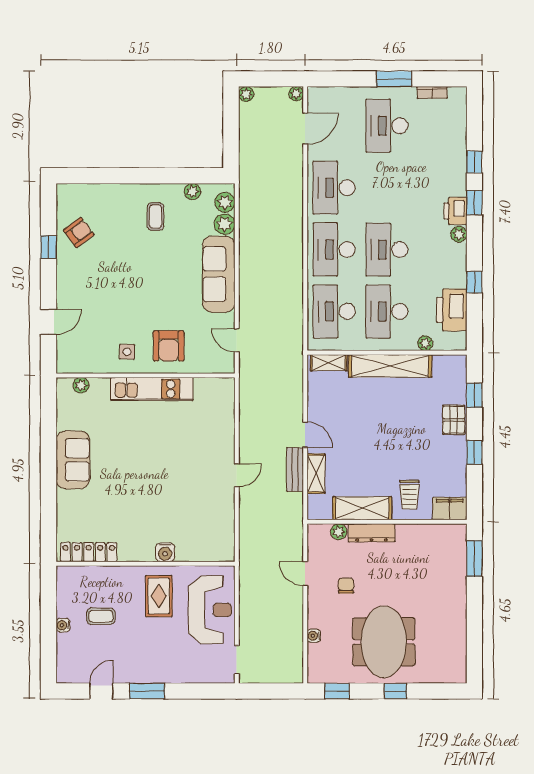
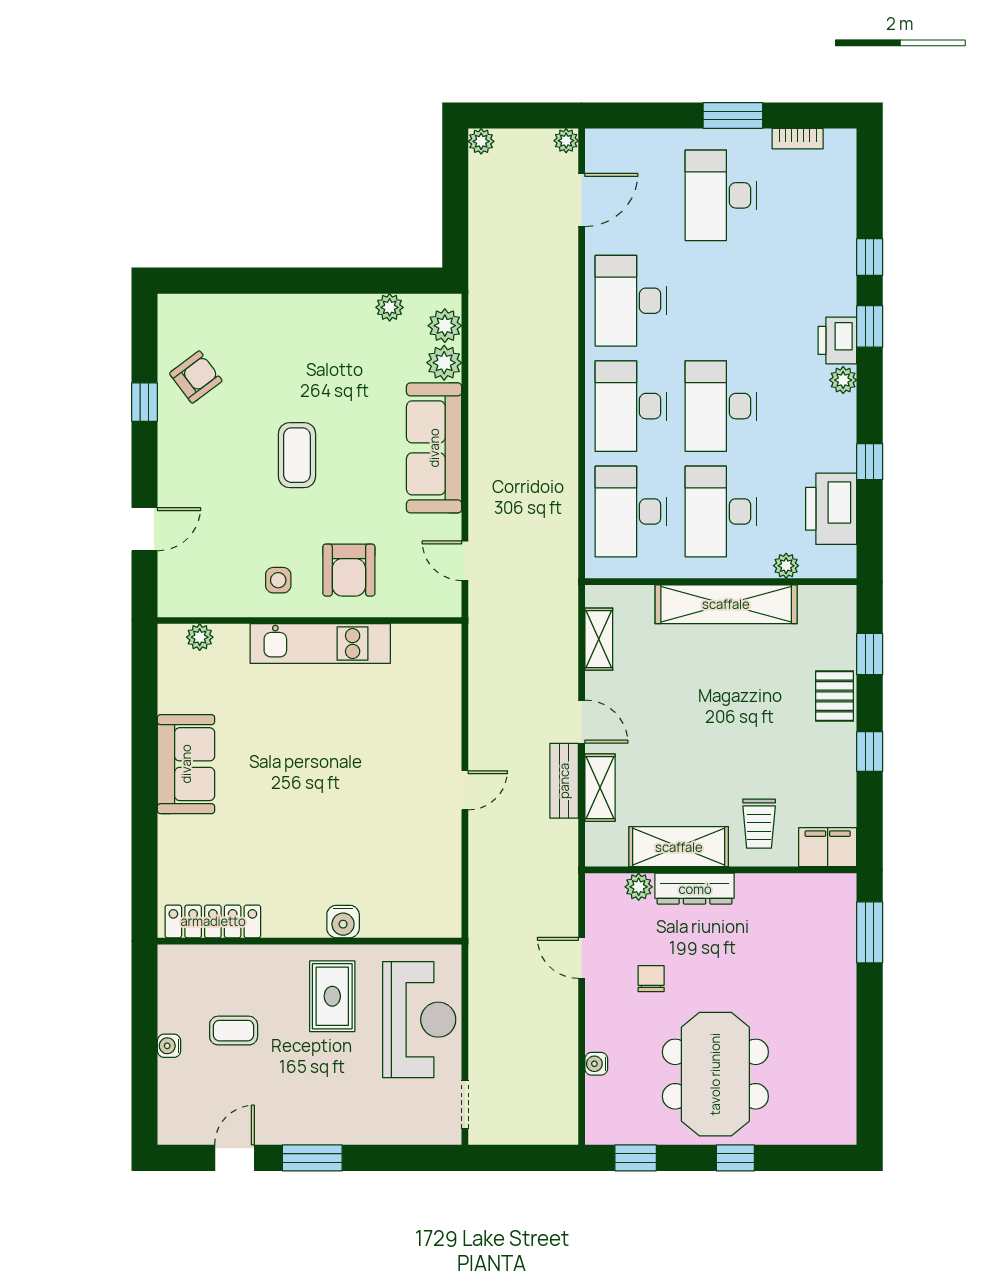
coffee table: (156, 216) -> (297, 455), moved, width x1.36, depth x1.30
shelving: (329, 363) -> (599, 639), moved, turned 90

